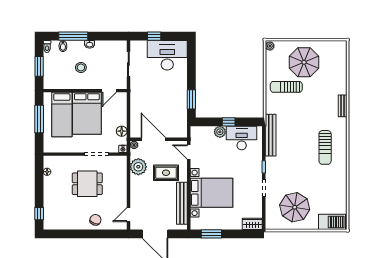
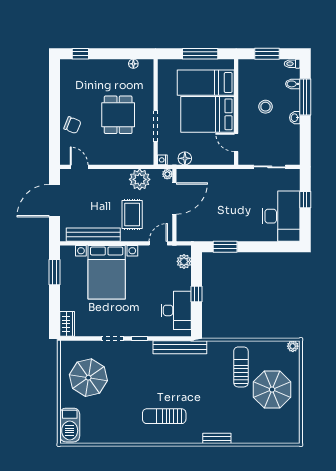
plant: (220, 132) -> (184, 261), moved

